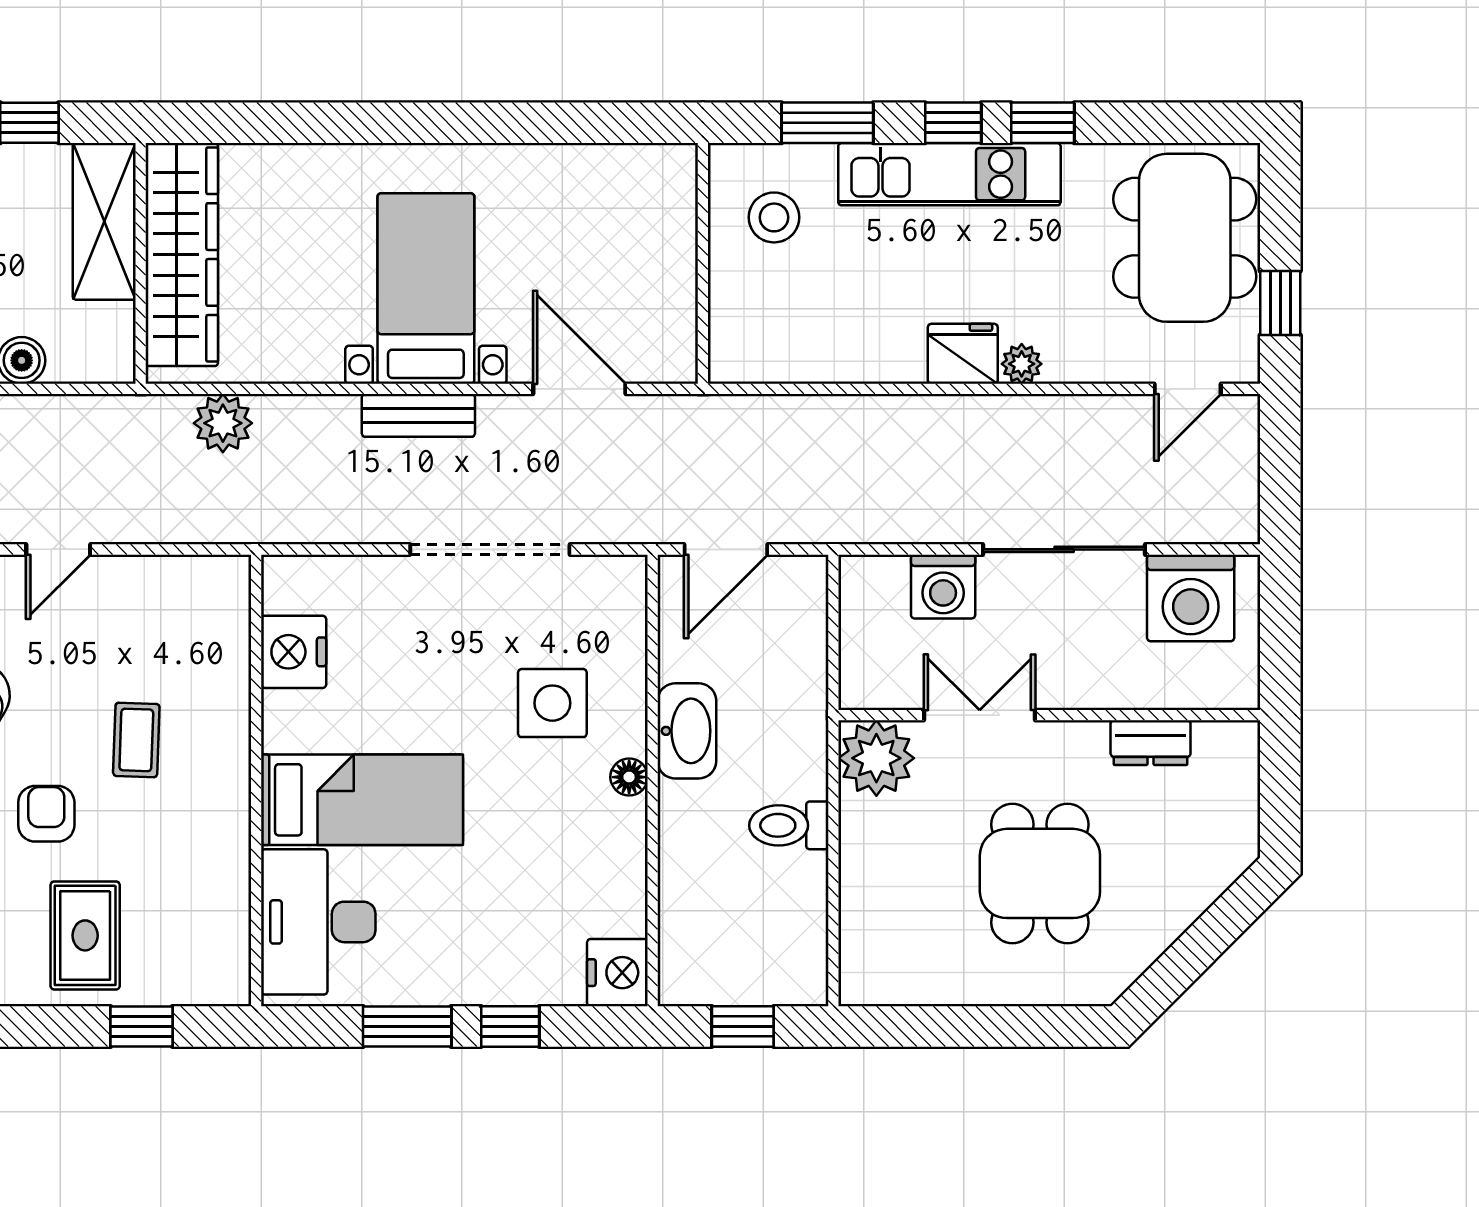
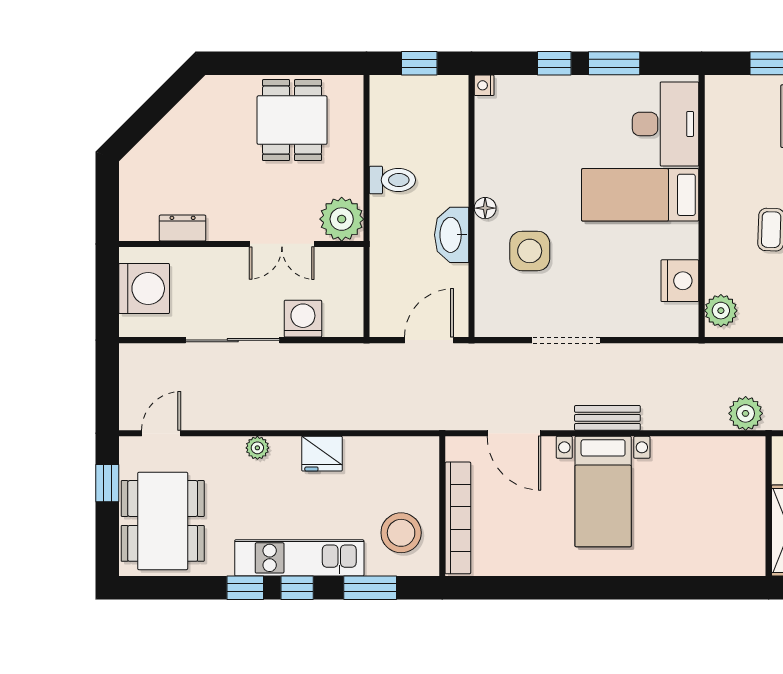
stool: (774, 217) -> (401, 533), width x1.38, depth x1.38
bookcase: (676, 243) -> (458, 518), added
wardrobe: (182, 255) -> (745, 511), removed
fridge: (963, 354) -> (322, 454), moved
plant: (223, 423) -> (746, 413), moved
doorway: (490, 549) -> (566, 340), width x0.73
washing machine: (1191, 598) -> (144, 288), moved, turned 90
plant: (223, 600) -> (721, 311), added
dining table: (1040, 873) -> (292, 120), moved
nightstand: (617, 973) -> (484, 85), width x0.53, depth x0.56

